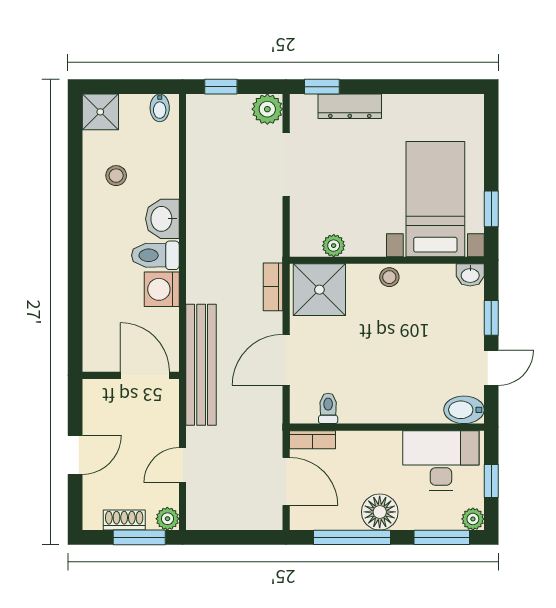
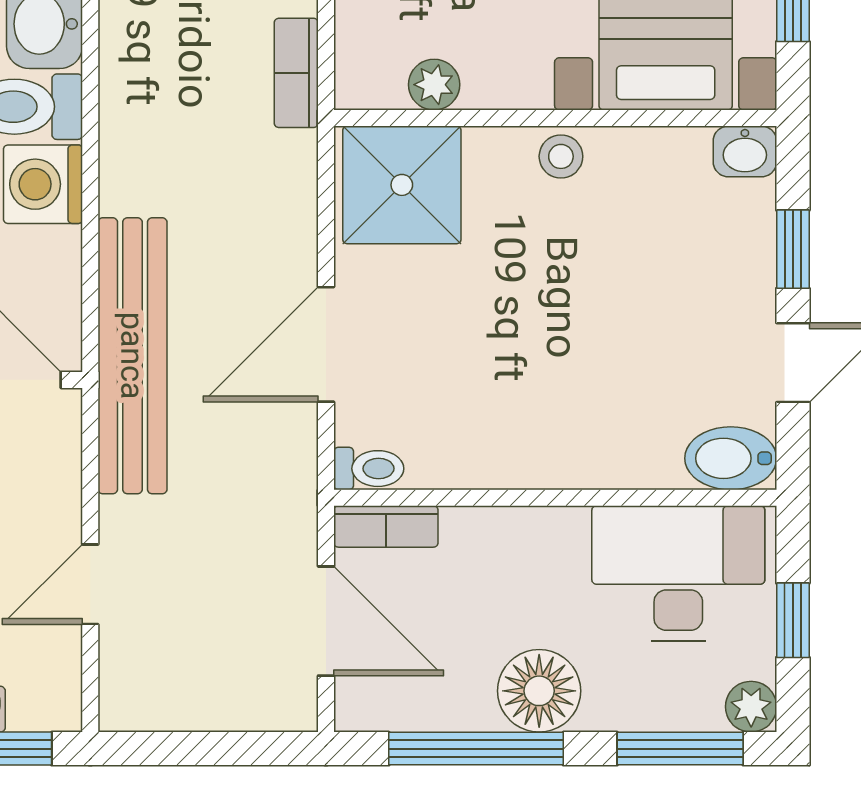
bookcase: (273, 287) -> (296, 73), moved
toilet: (328, 408) -> (369, 469), moved, turned 90
plant: (167, 519) -> (56, 706), removed

